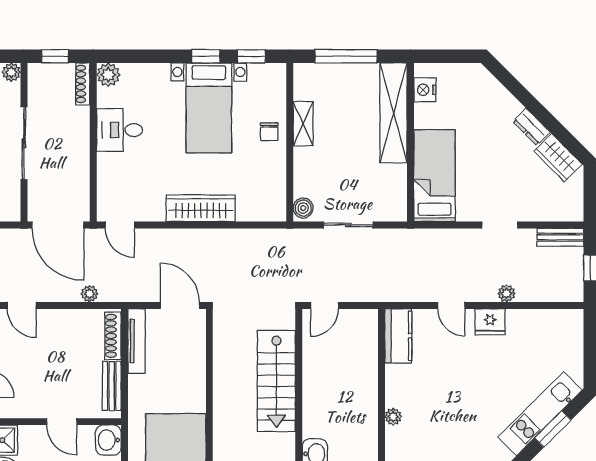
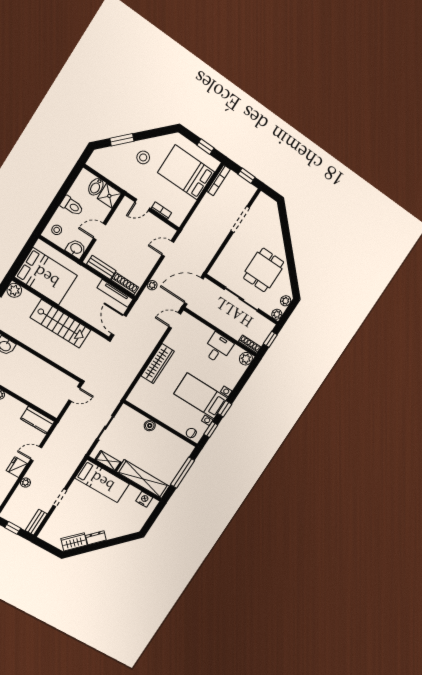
shelving: (303, 124) -> (108, 461), moved
chair: (269, 132) -> (191, 433), moved
boiler: (303, 208) -> (150, 426), moved
door: (180, 305) -> (119, 325), swing flipped
door: (325, 305) -> (74, 394), swing flipped
stairs: (276, 381) -> (61, 324), moved, turned 180

